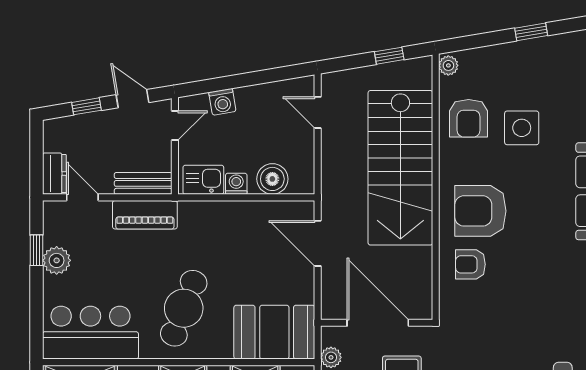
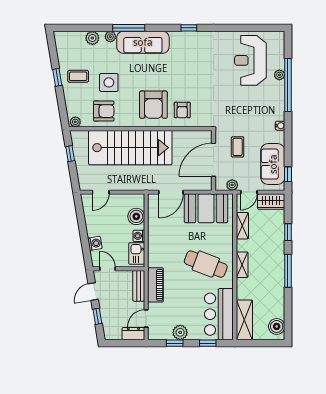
coffee table: (533, 71) -> (78, 76), added
window: (36, 312) -> (208, 343), added
booth: (274, 332) -> (206, 208), moved, turned 90

